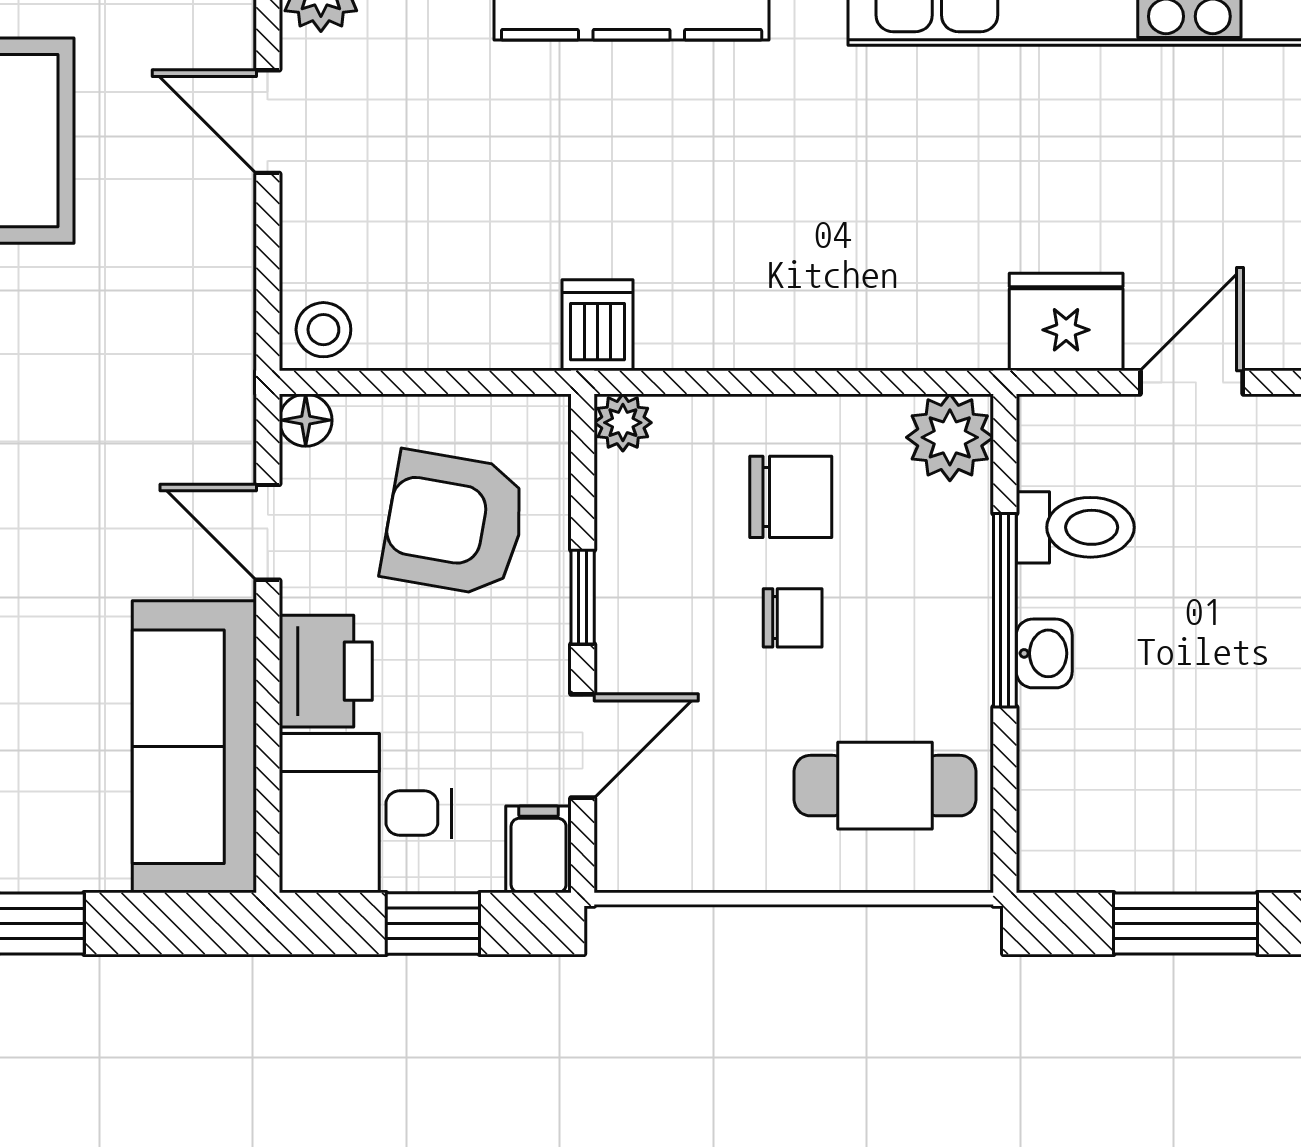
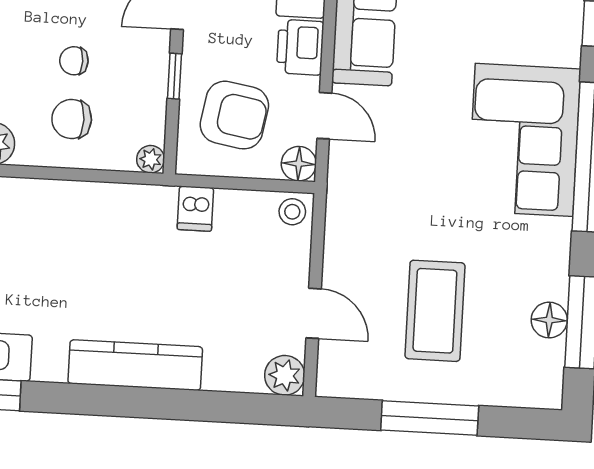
dishwasher: (598, 325) -> (195, 209), moved
floor lamp: (306, 420) -> (299, 164), width x1.37, depth x1.37

